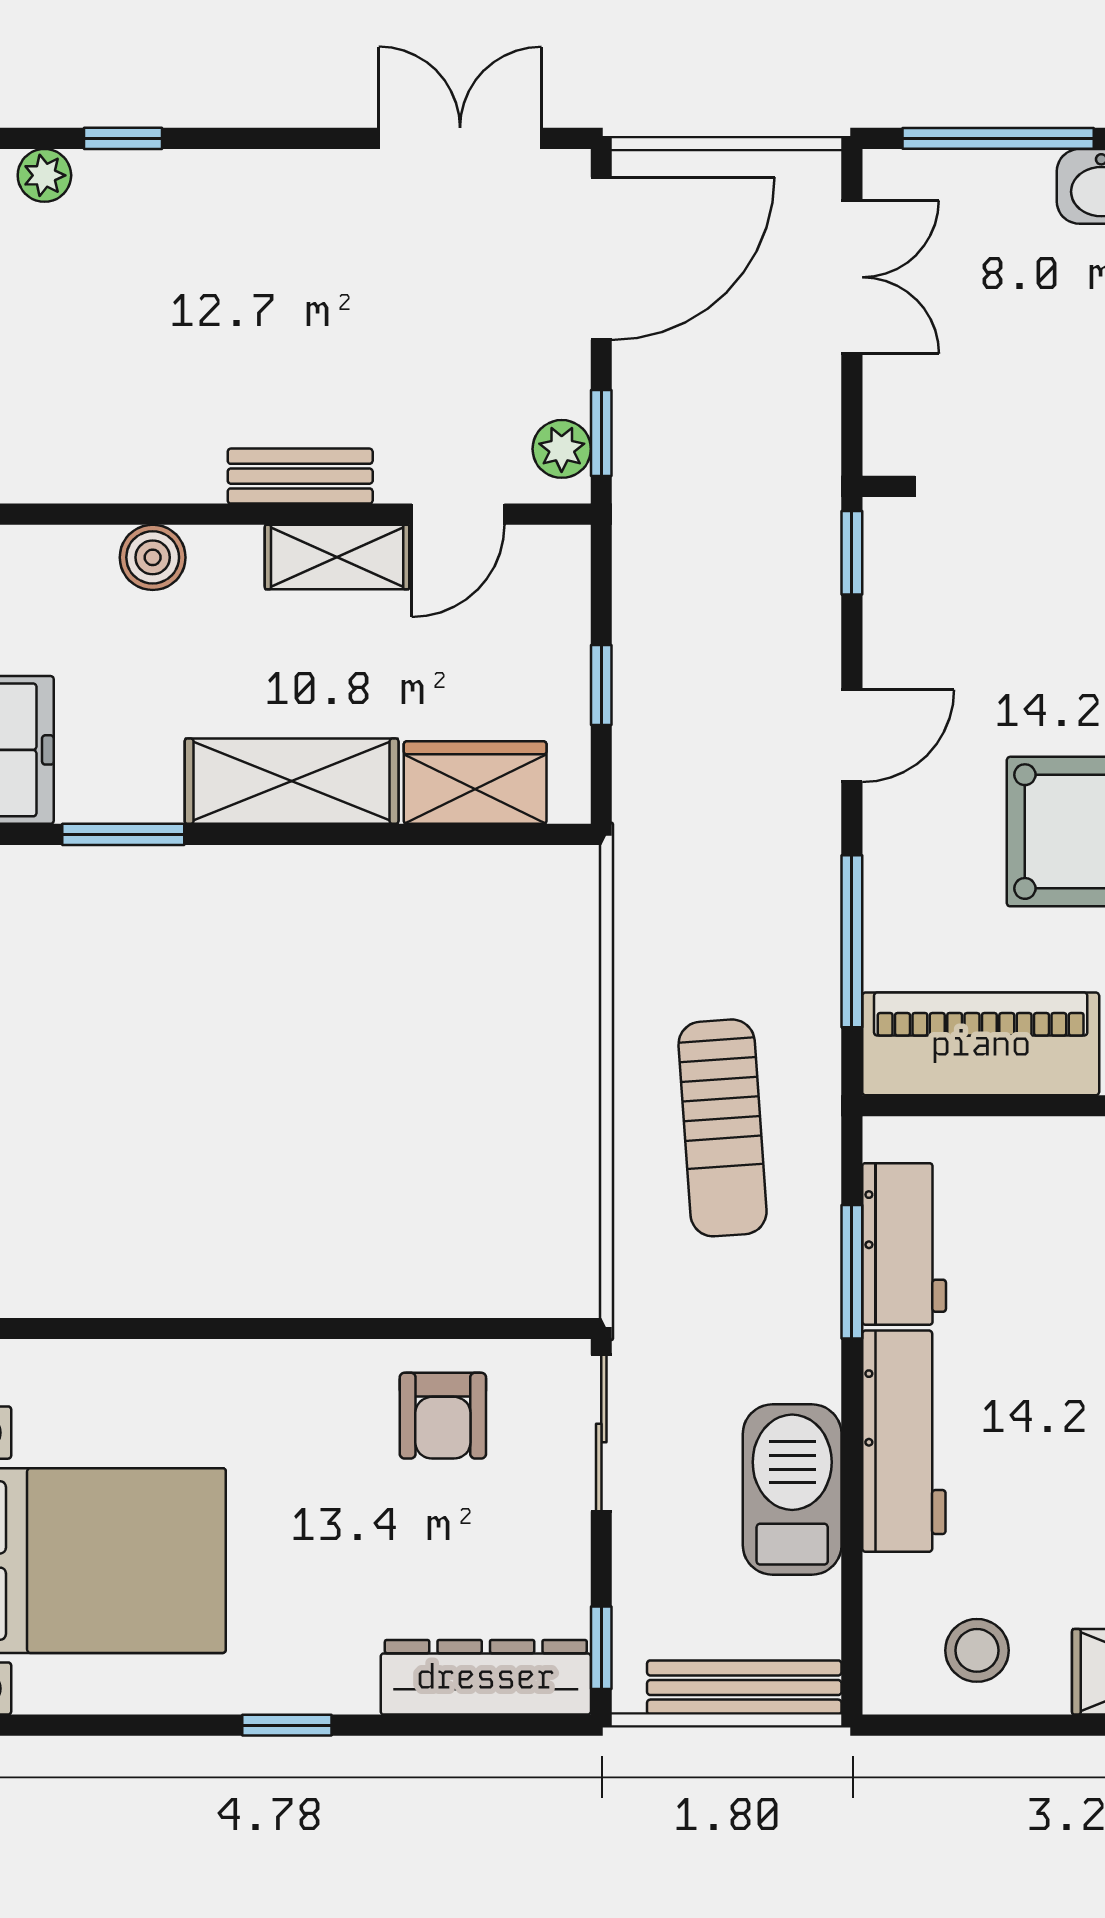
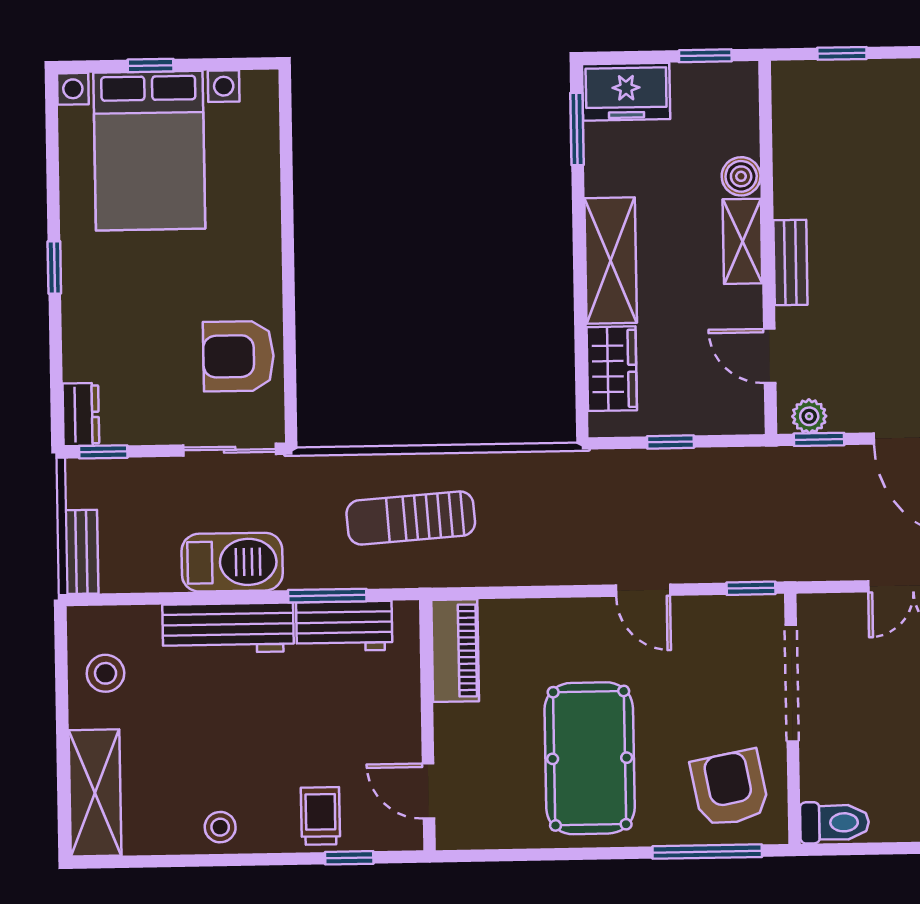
shelving: (337, 557) -> (742, 241), moved
window: (123, 834) -> (577, 129), moved
window: (852, 941) -> (522, 592), removed
piano: (981, 1044) -> (455, 651), width x0.73, depth x0.75
armchair: (443, 1416) -> (238, 356), width x1.38, depth x1.38
barbecue: (792, 1490) -> (232, 562), moved
dresser: (486, 1677) -> (81, 415), width x0.51, depth x0.80
bench: (744, 1688) -> (82, 552), width x0.73

